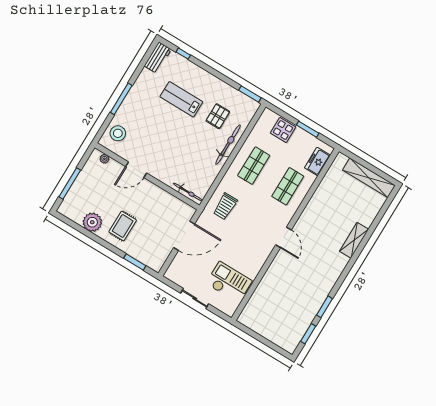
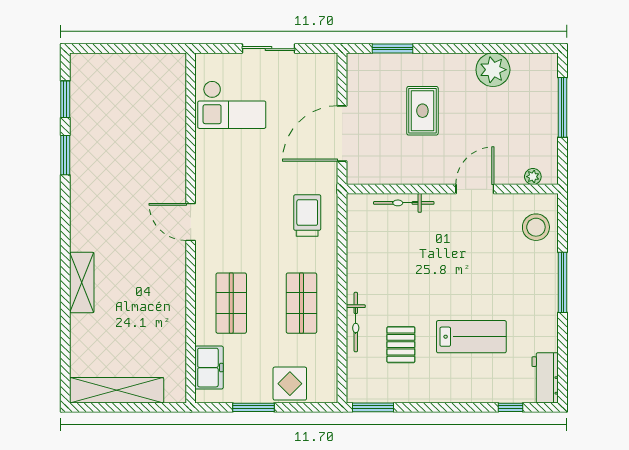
bicycle: (228, 145) -> (356, 322), width x0.73, depth x0.71
bicycle: (188, 192) -> (404, 203), moved
rug: (123, 226) -> (422, 111), moved

